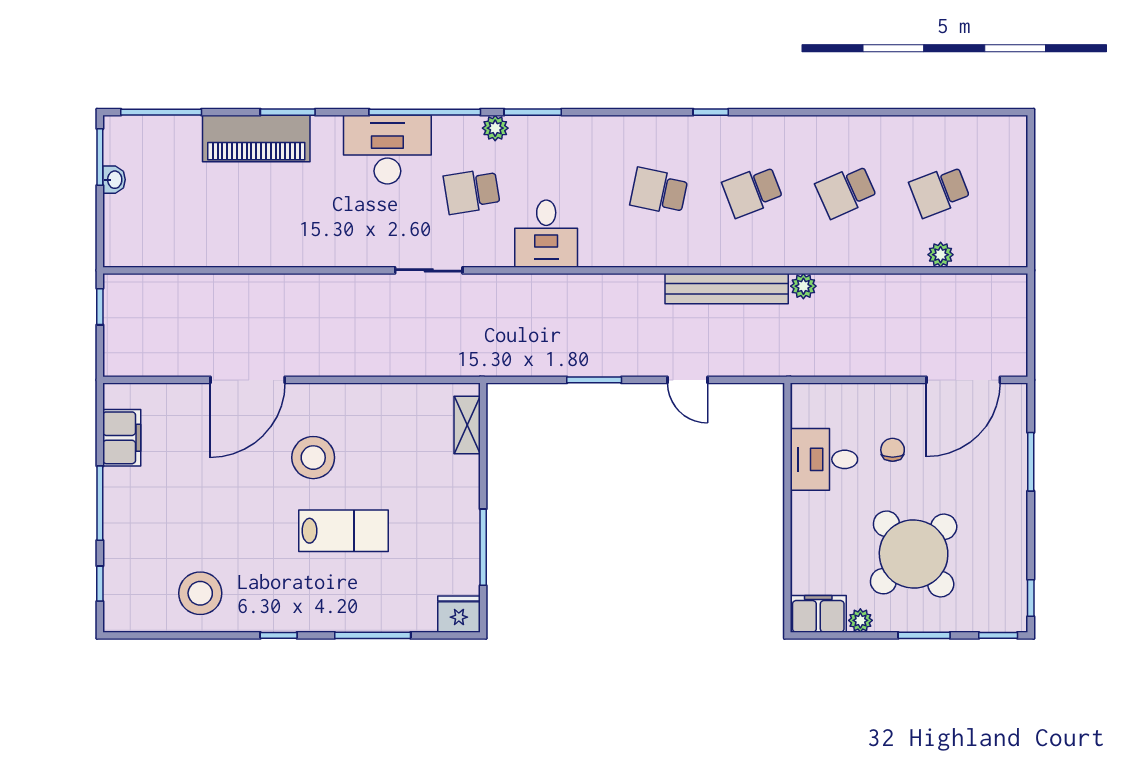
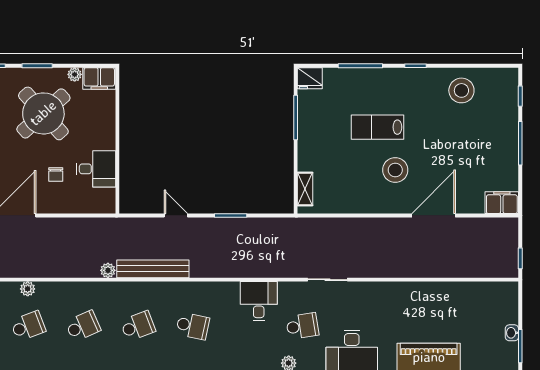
filing cabinet: (122, 438) -> (502, 203), moved, turned 90

